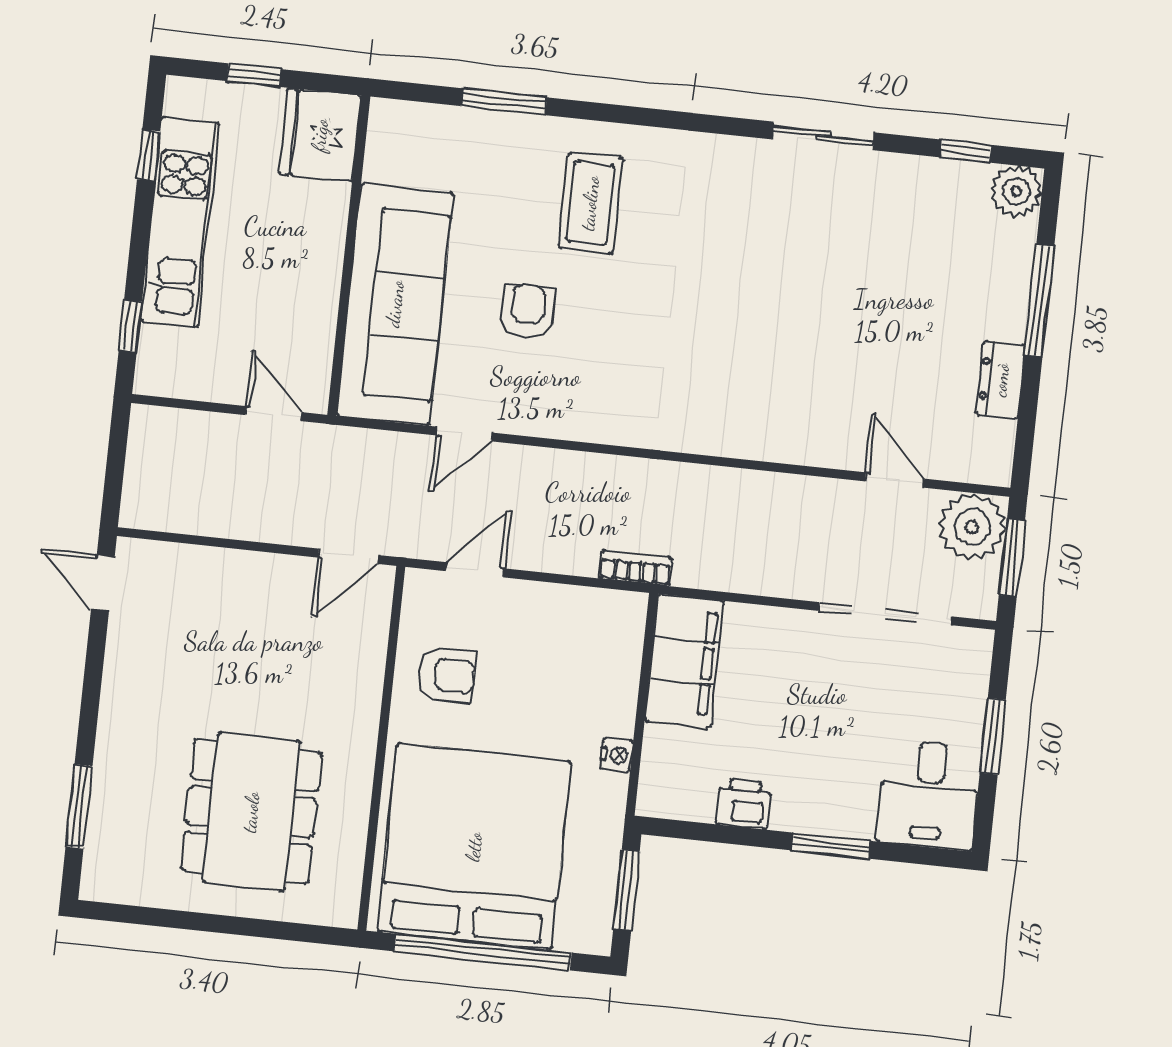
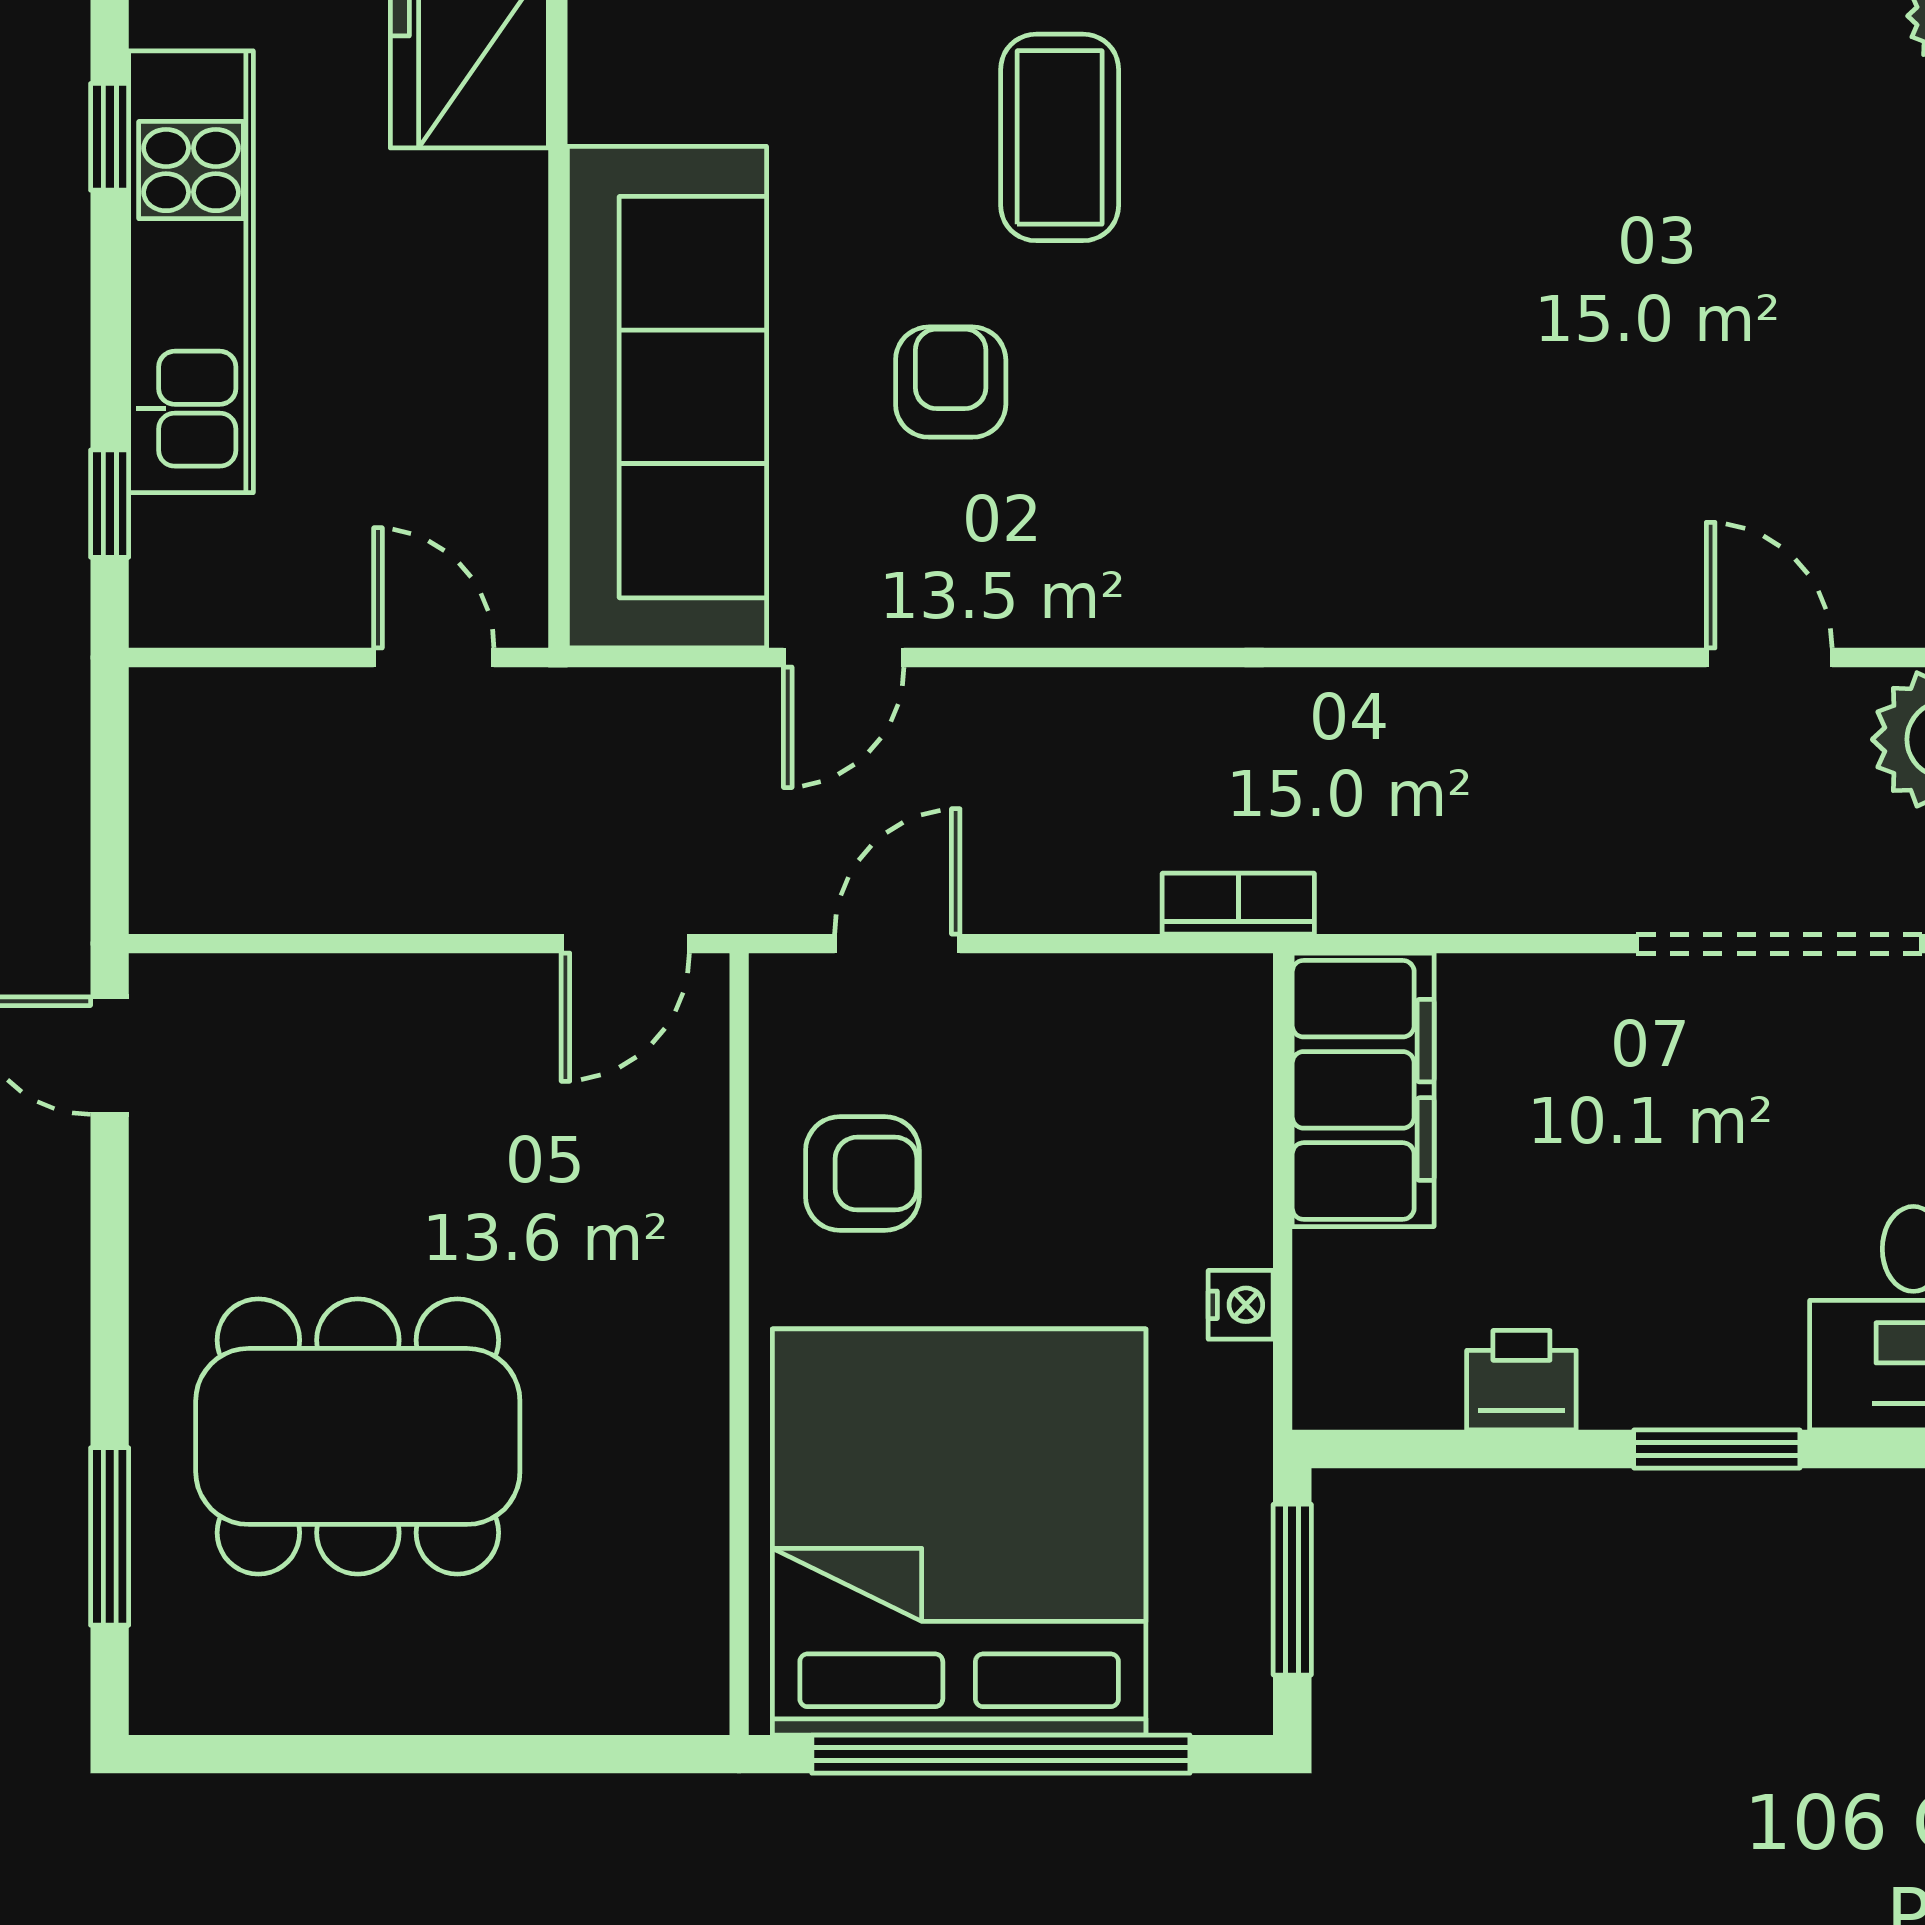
dining table: (251, 812) -> (358, 1436), moved, turned 90

